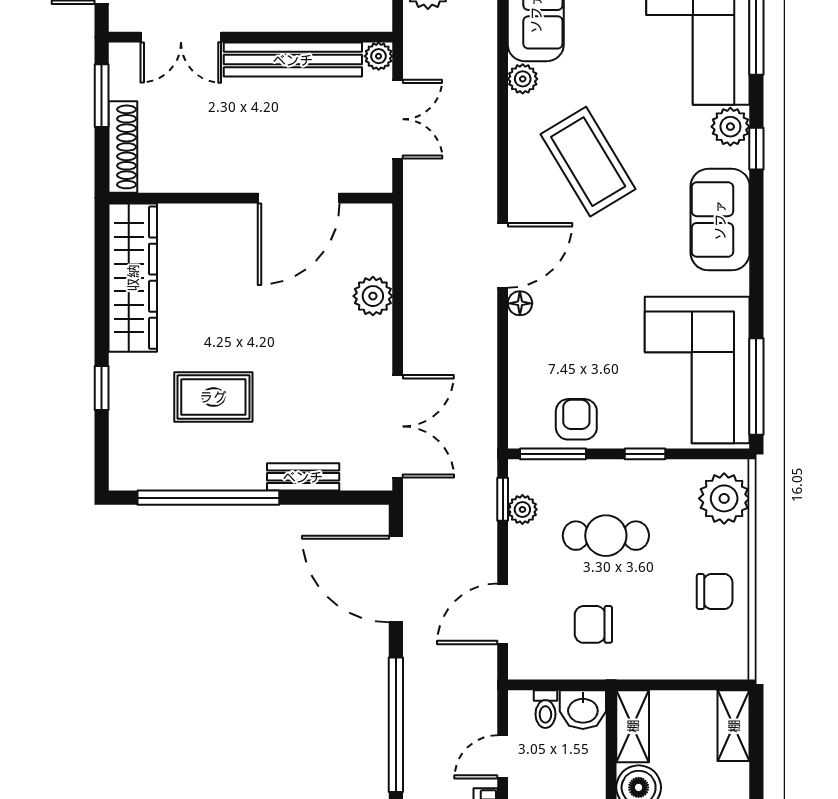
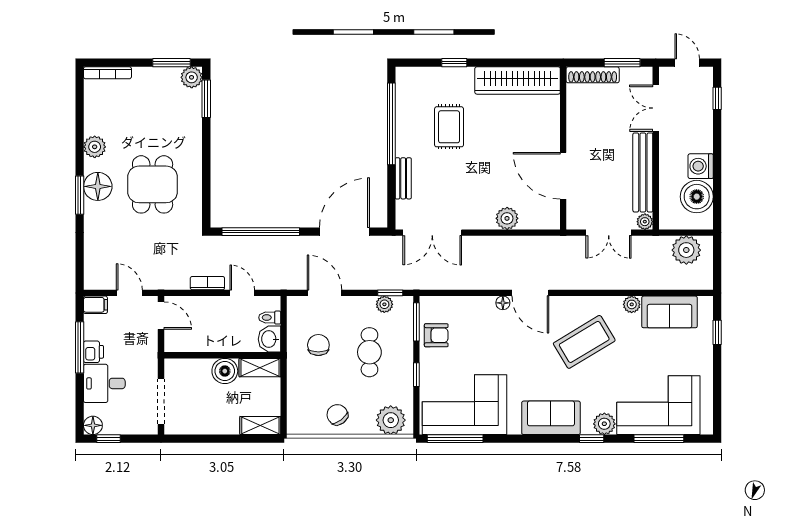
chair: (715, 591) -> (337, 415), turned 143

